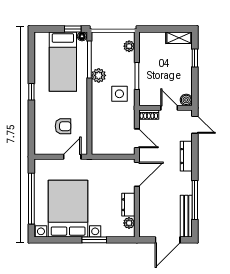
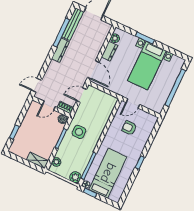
shelving: (179, 38) -> (38, 160), moved
plant: (99, 75) -> (75, 177), moved
boiler: (186, 100) -> (63, 119), moved
door: (169, 108) -> (49, 106), hinge flipped
door: (195, 125) -> (36, 85), hinge flipped
door: (137, 138) -> (81, 95), hinge flipped
dresser: (186, 156) -> (60, 50), moved
door: (137, 174) -> (93, 70), swing flipped
bed with nightstands: (68, 209) -> (147, 66), width x0.73

